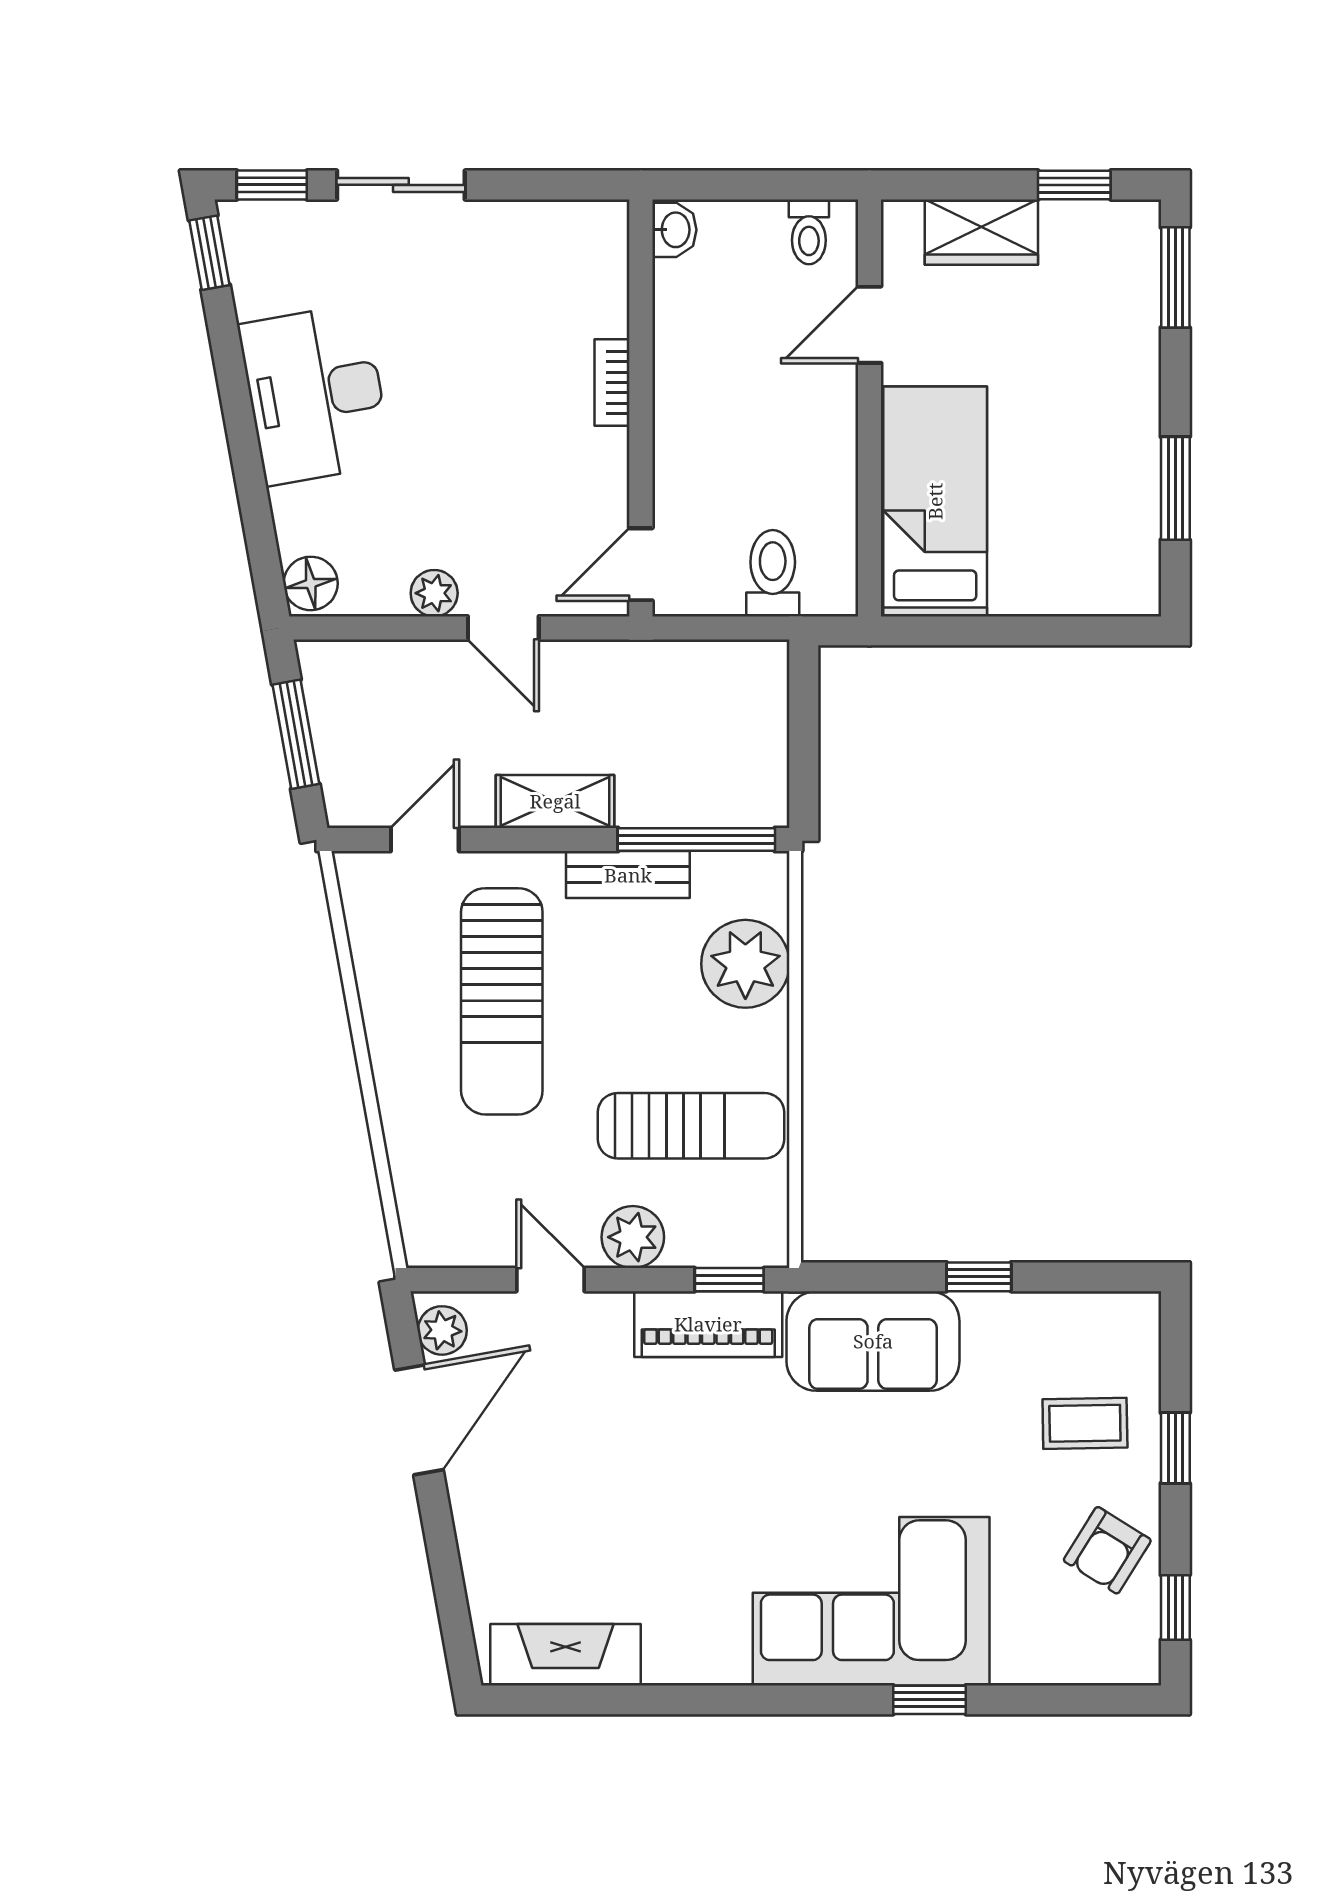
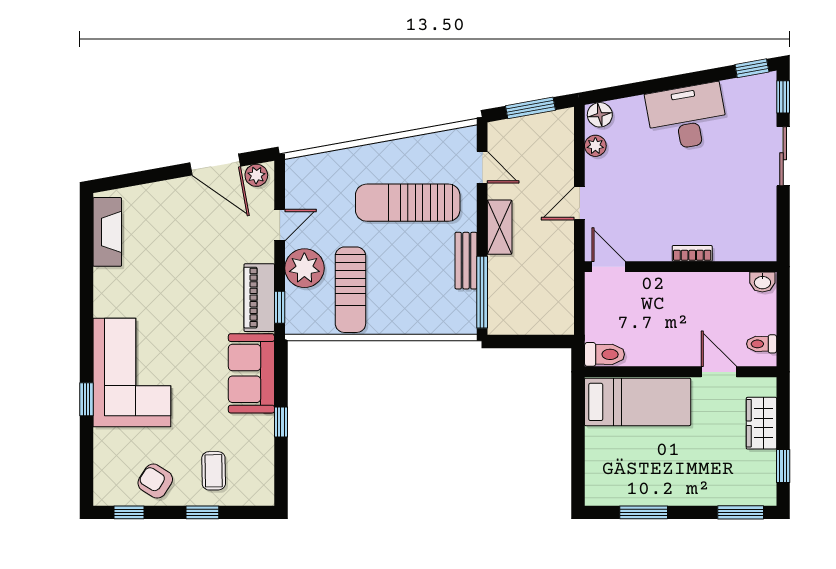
toilet: (773, 573) -> (605, 354), moved
plant: (434, 593) -> (595, 146), moved
plant: (745, 964) -> (425, 315), removed
plant: (633, 1237) -> (304, 268), width x1.36, depth x1.36

